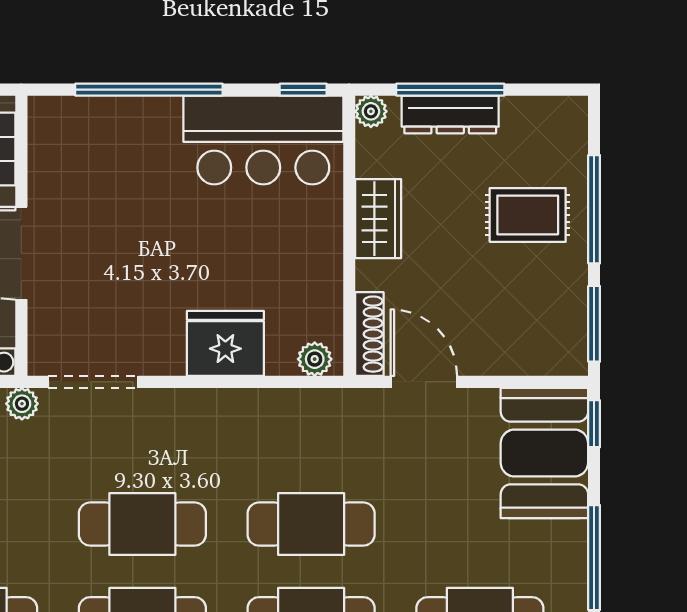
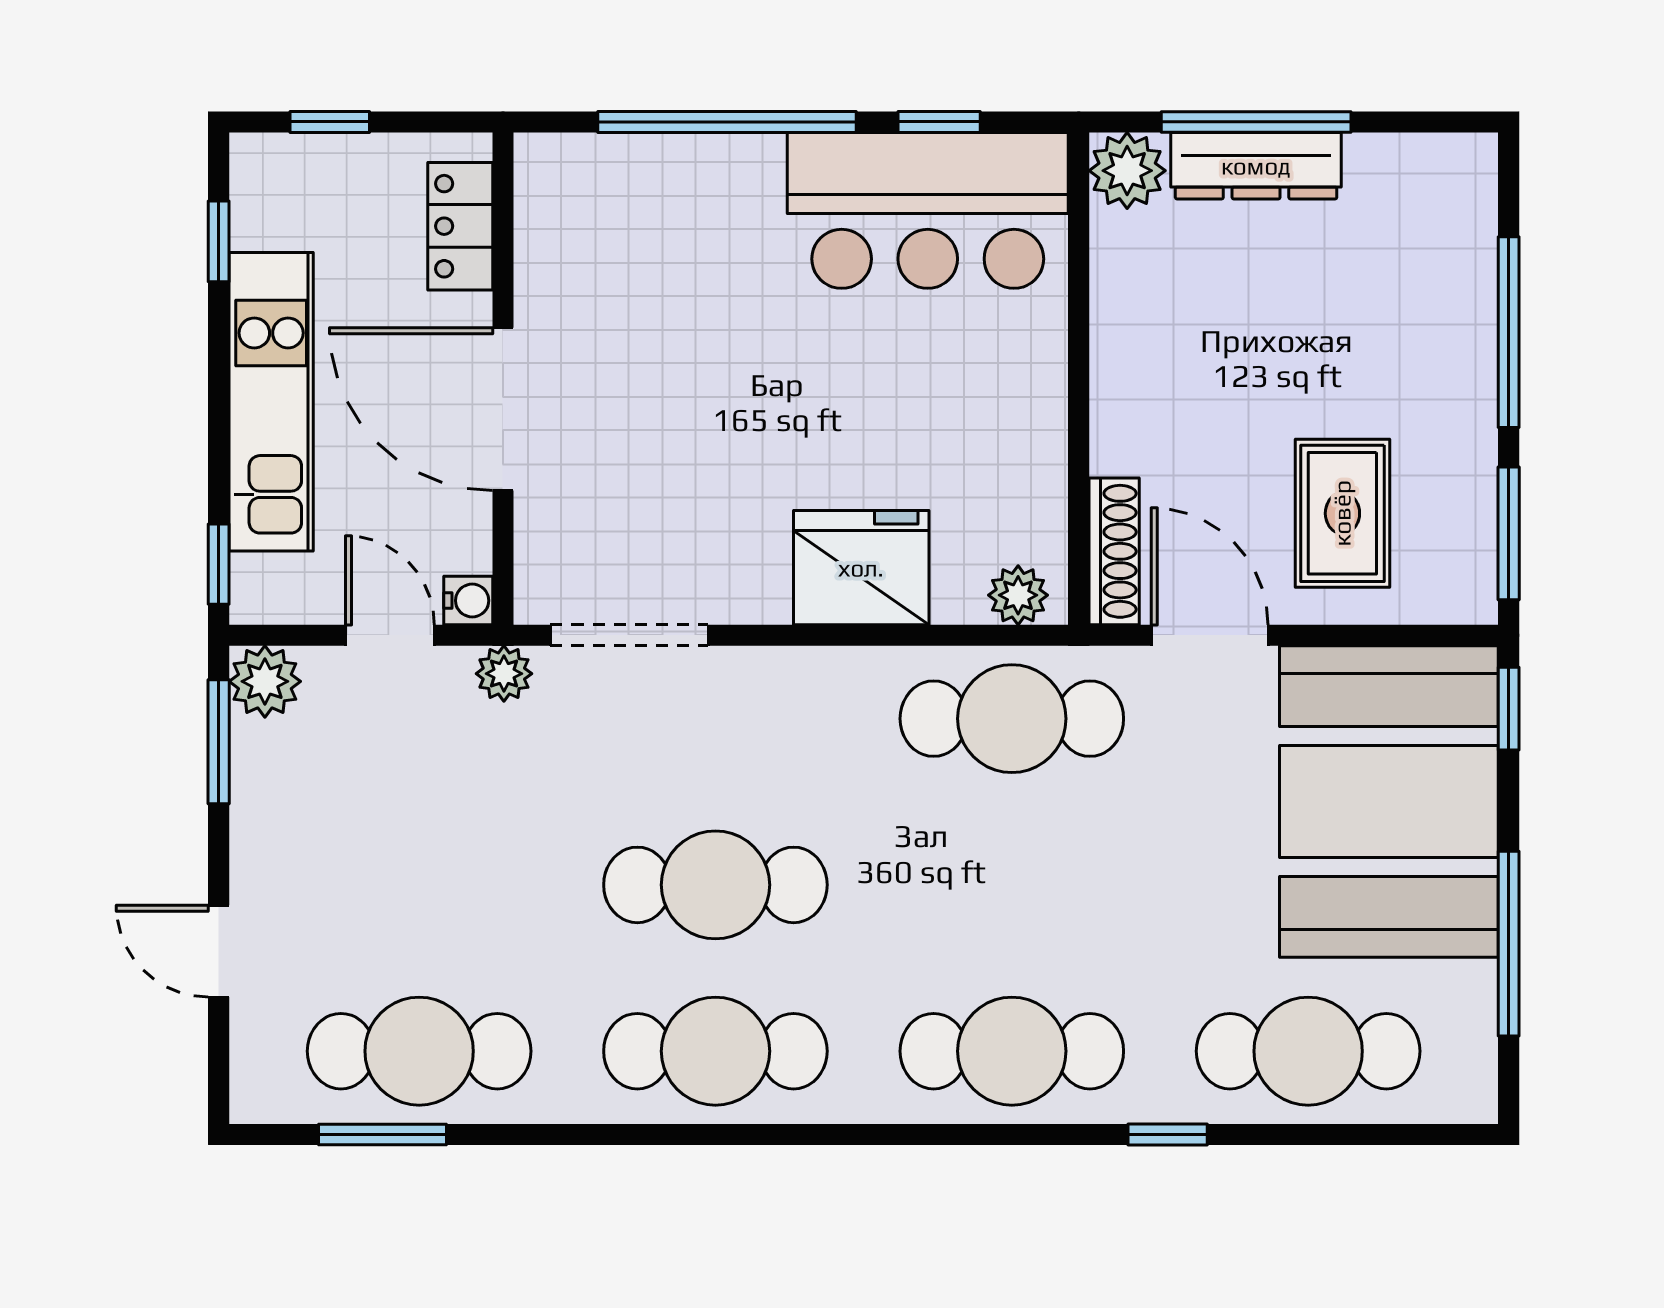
window: (303, 90) -> (939, 122), moved
plant: (371, 111) -> (1127, 171), width x1.38, depth x1.38
rug: (528, 215) -> (1342, 513), moved, turned 90
wardrobe: (378, 219) -> (1129, 348), removed
booth: (544, 453) -> (1389, 801), width x1.36, depth x1.42
cafe table: (311, 524) -> (1012, 719), moved

